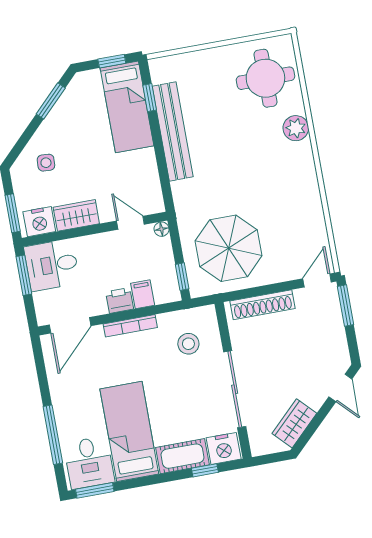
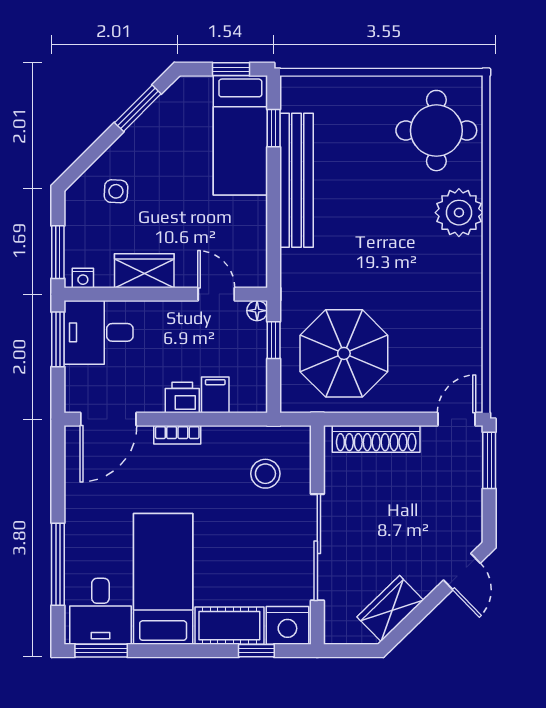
plant: (296, 128) -> (459, 213), width x1.36, depth x1.36
nightstand: (39, 222) -> (83, 278), width x0.53, depth x0.56
window: (182, 277) -> (274, 340), moved
bookcase: (130, 326) -> (177, 435), width x0.64

